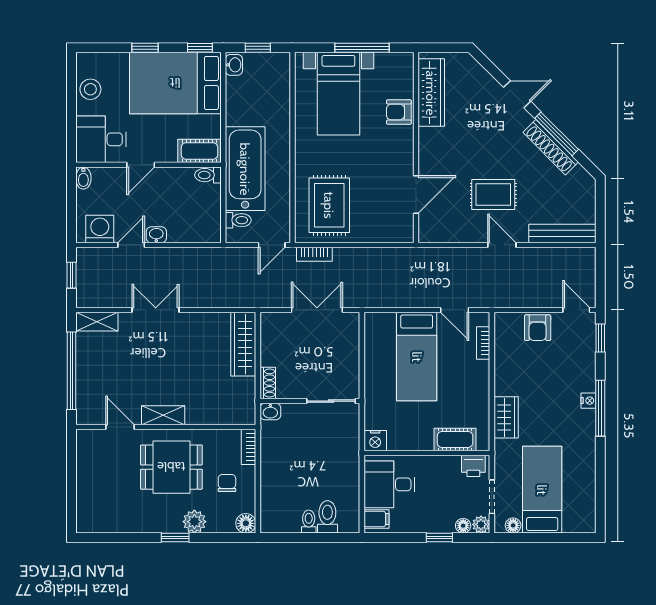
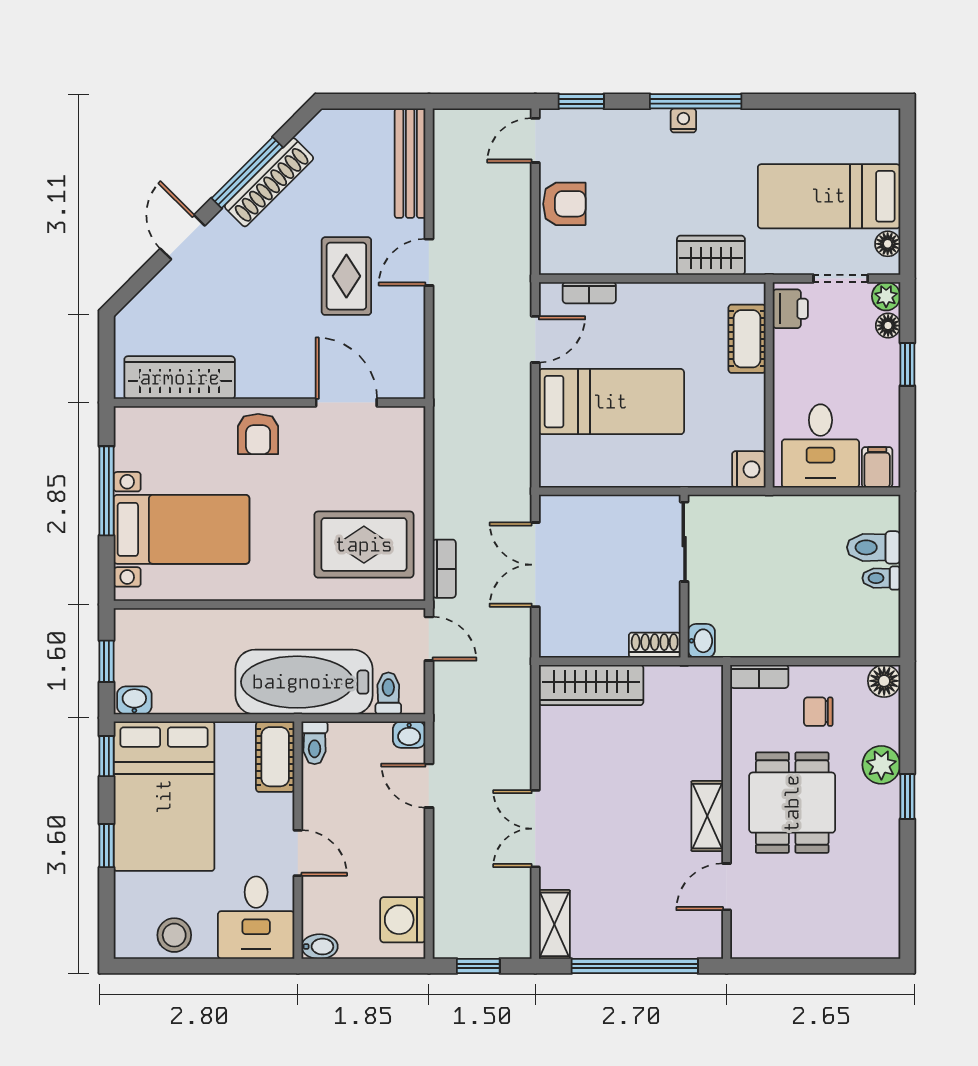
armchair: (399, 112) -> (258, 434), moved
washbasin: (156, 235) -> (409, 735), moved, turned -90
door: (131, 245) -> (429, 786), moved

